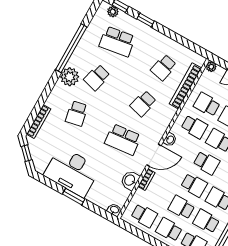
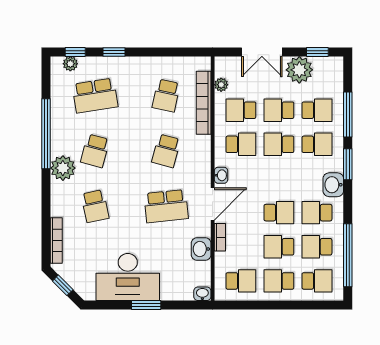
plant: (211, 67) -> (221, 85), moved
school desk: (206, 163) -> (279, 178), removed

